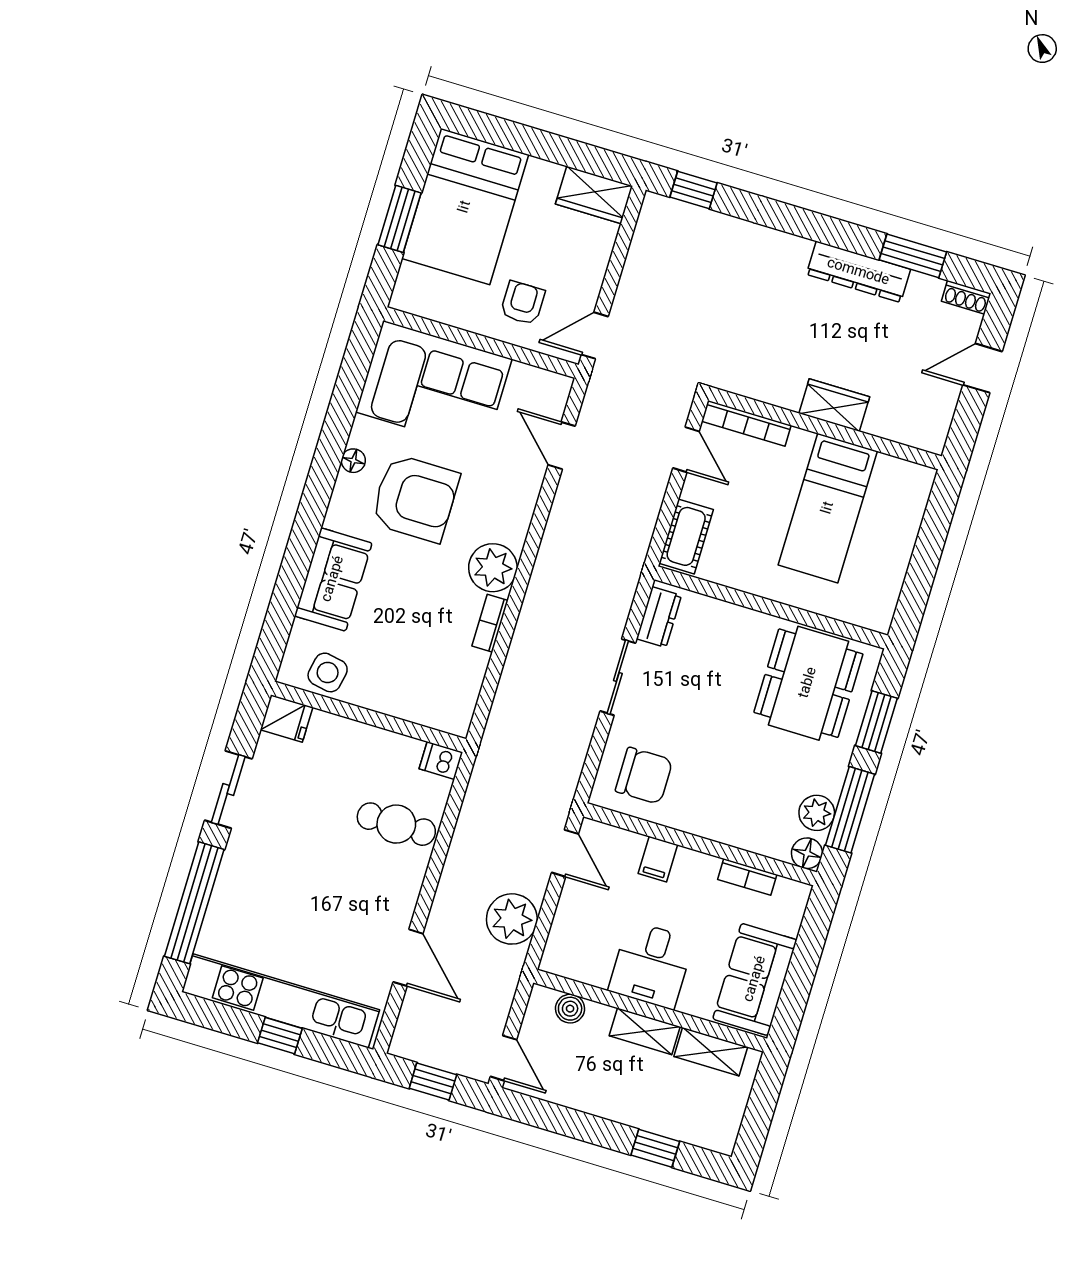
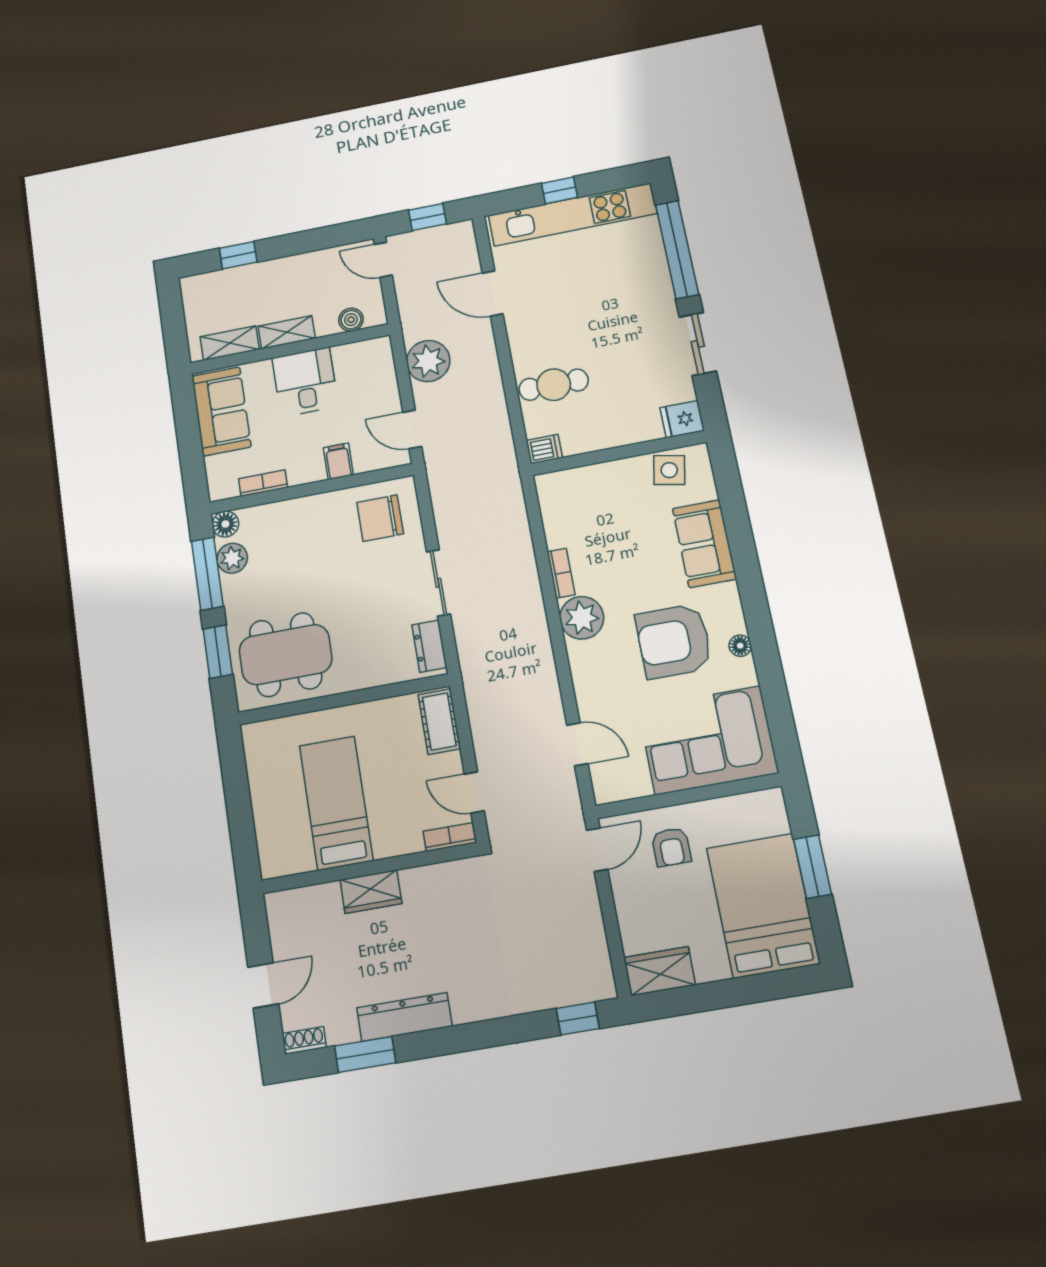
bookcase: (746, 423) -> (450, 837), width x0.64
dining table: (808, 683) -> (286, 655), turned 90

